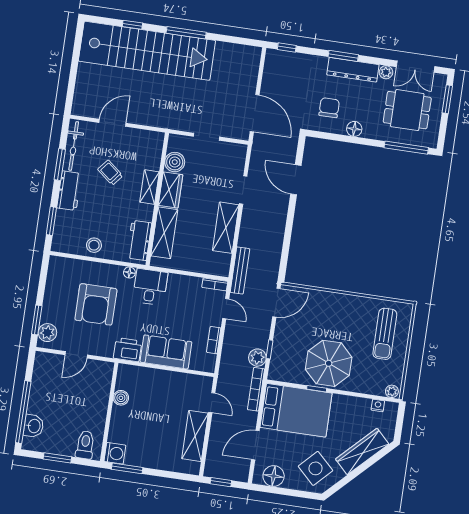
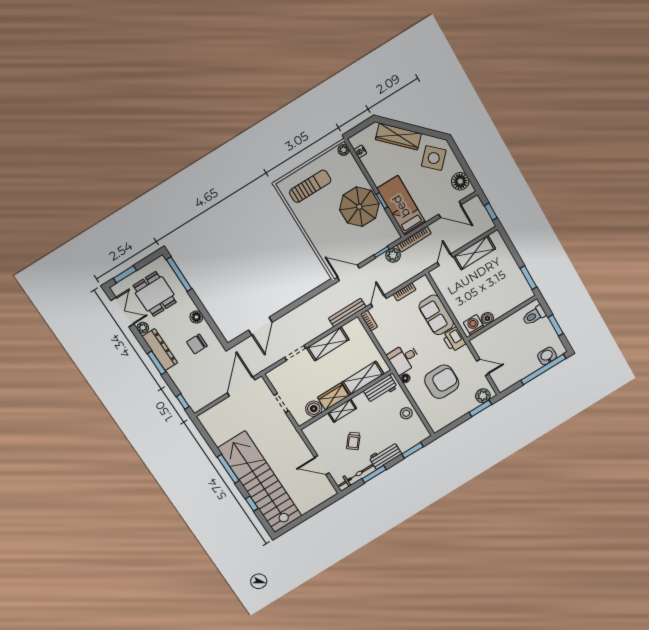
bed: (296, 410) -> (401, 206), width x0.67
washing machine: (115, 453) -> (474, 325), moved

